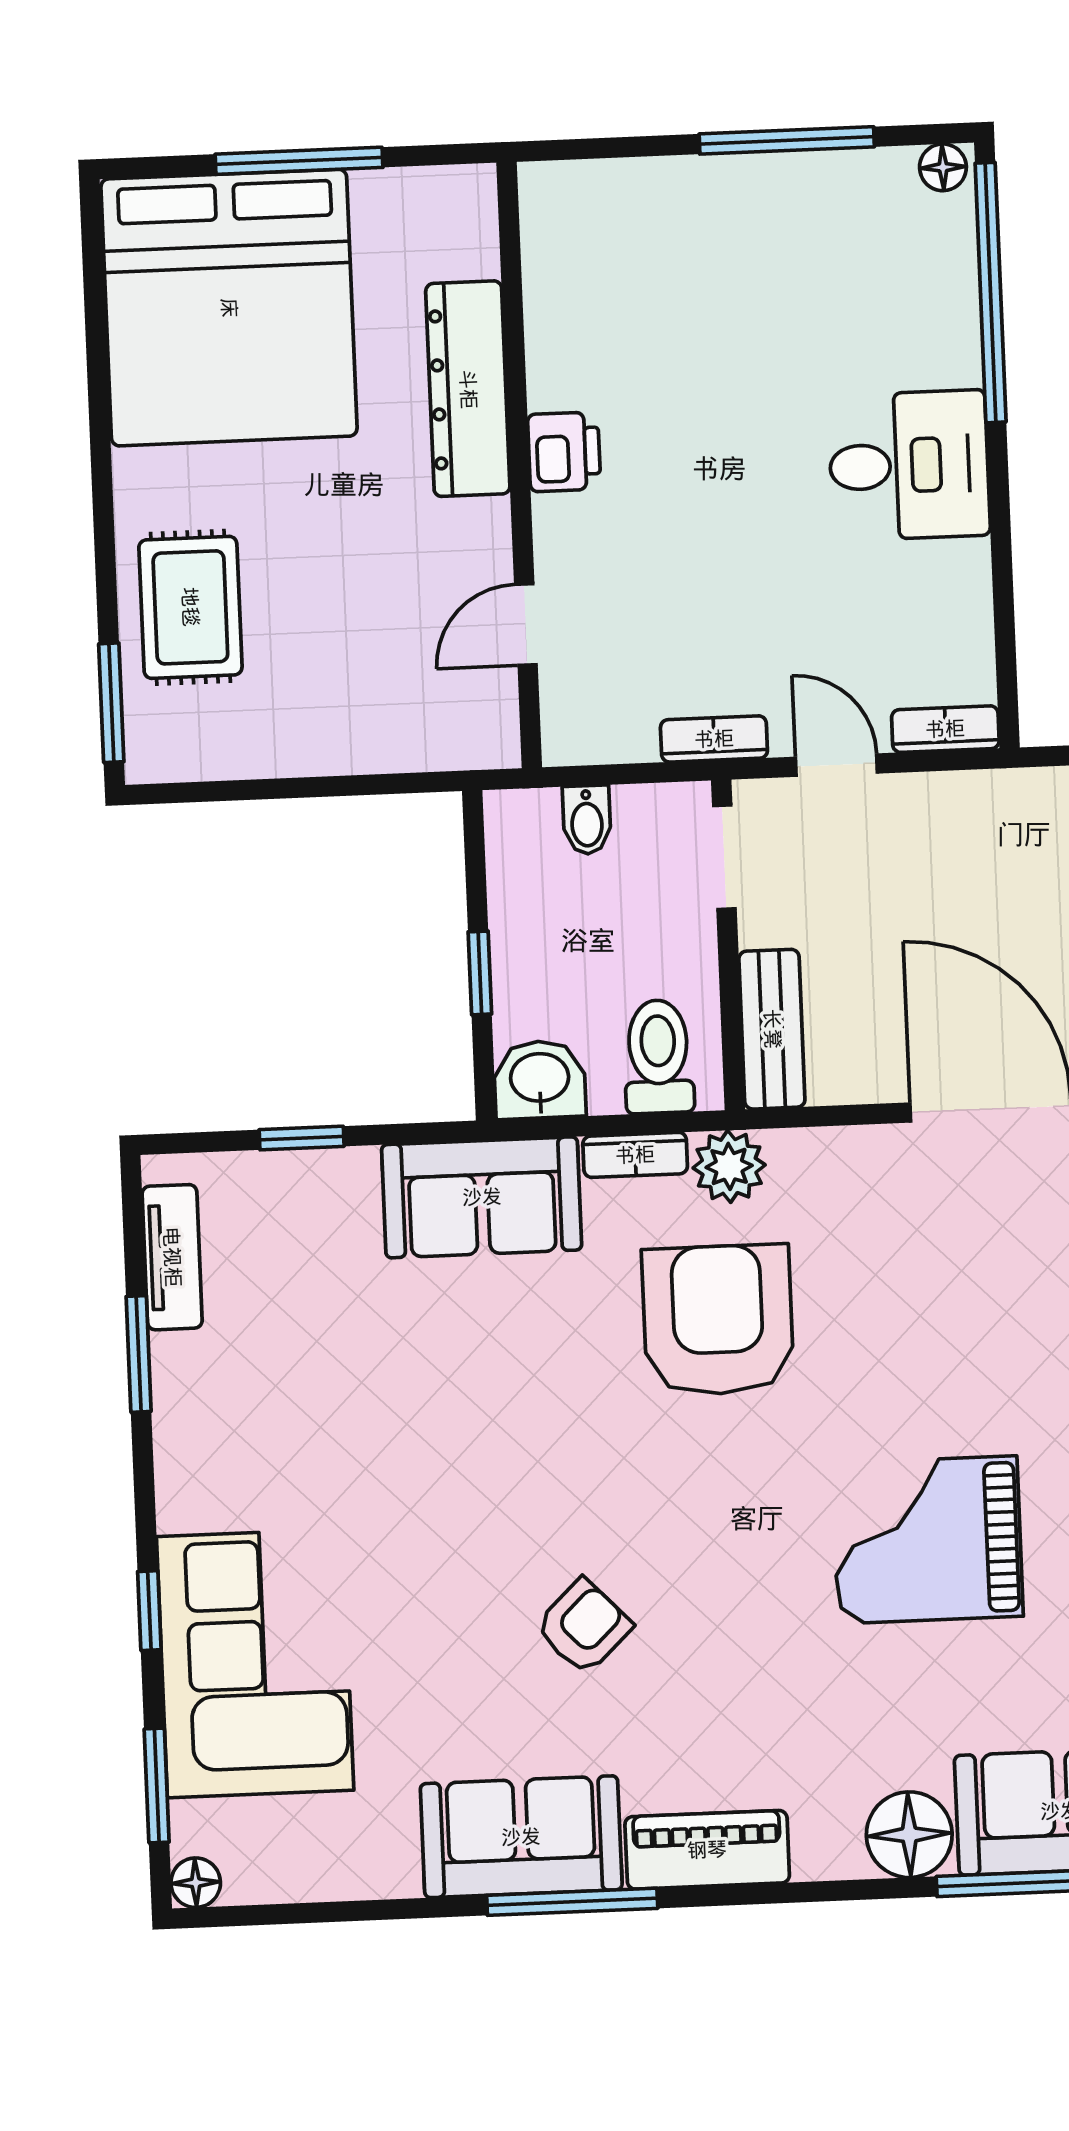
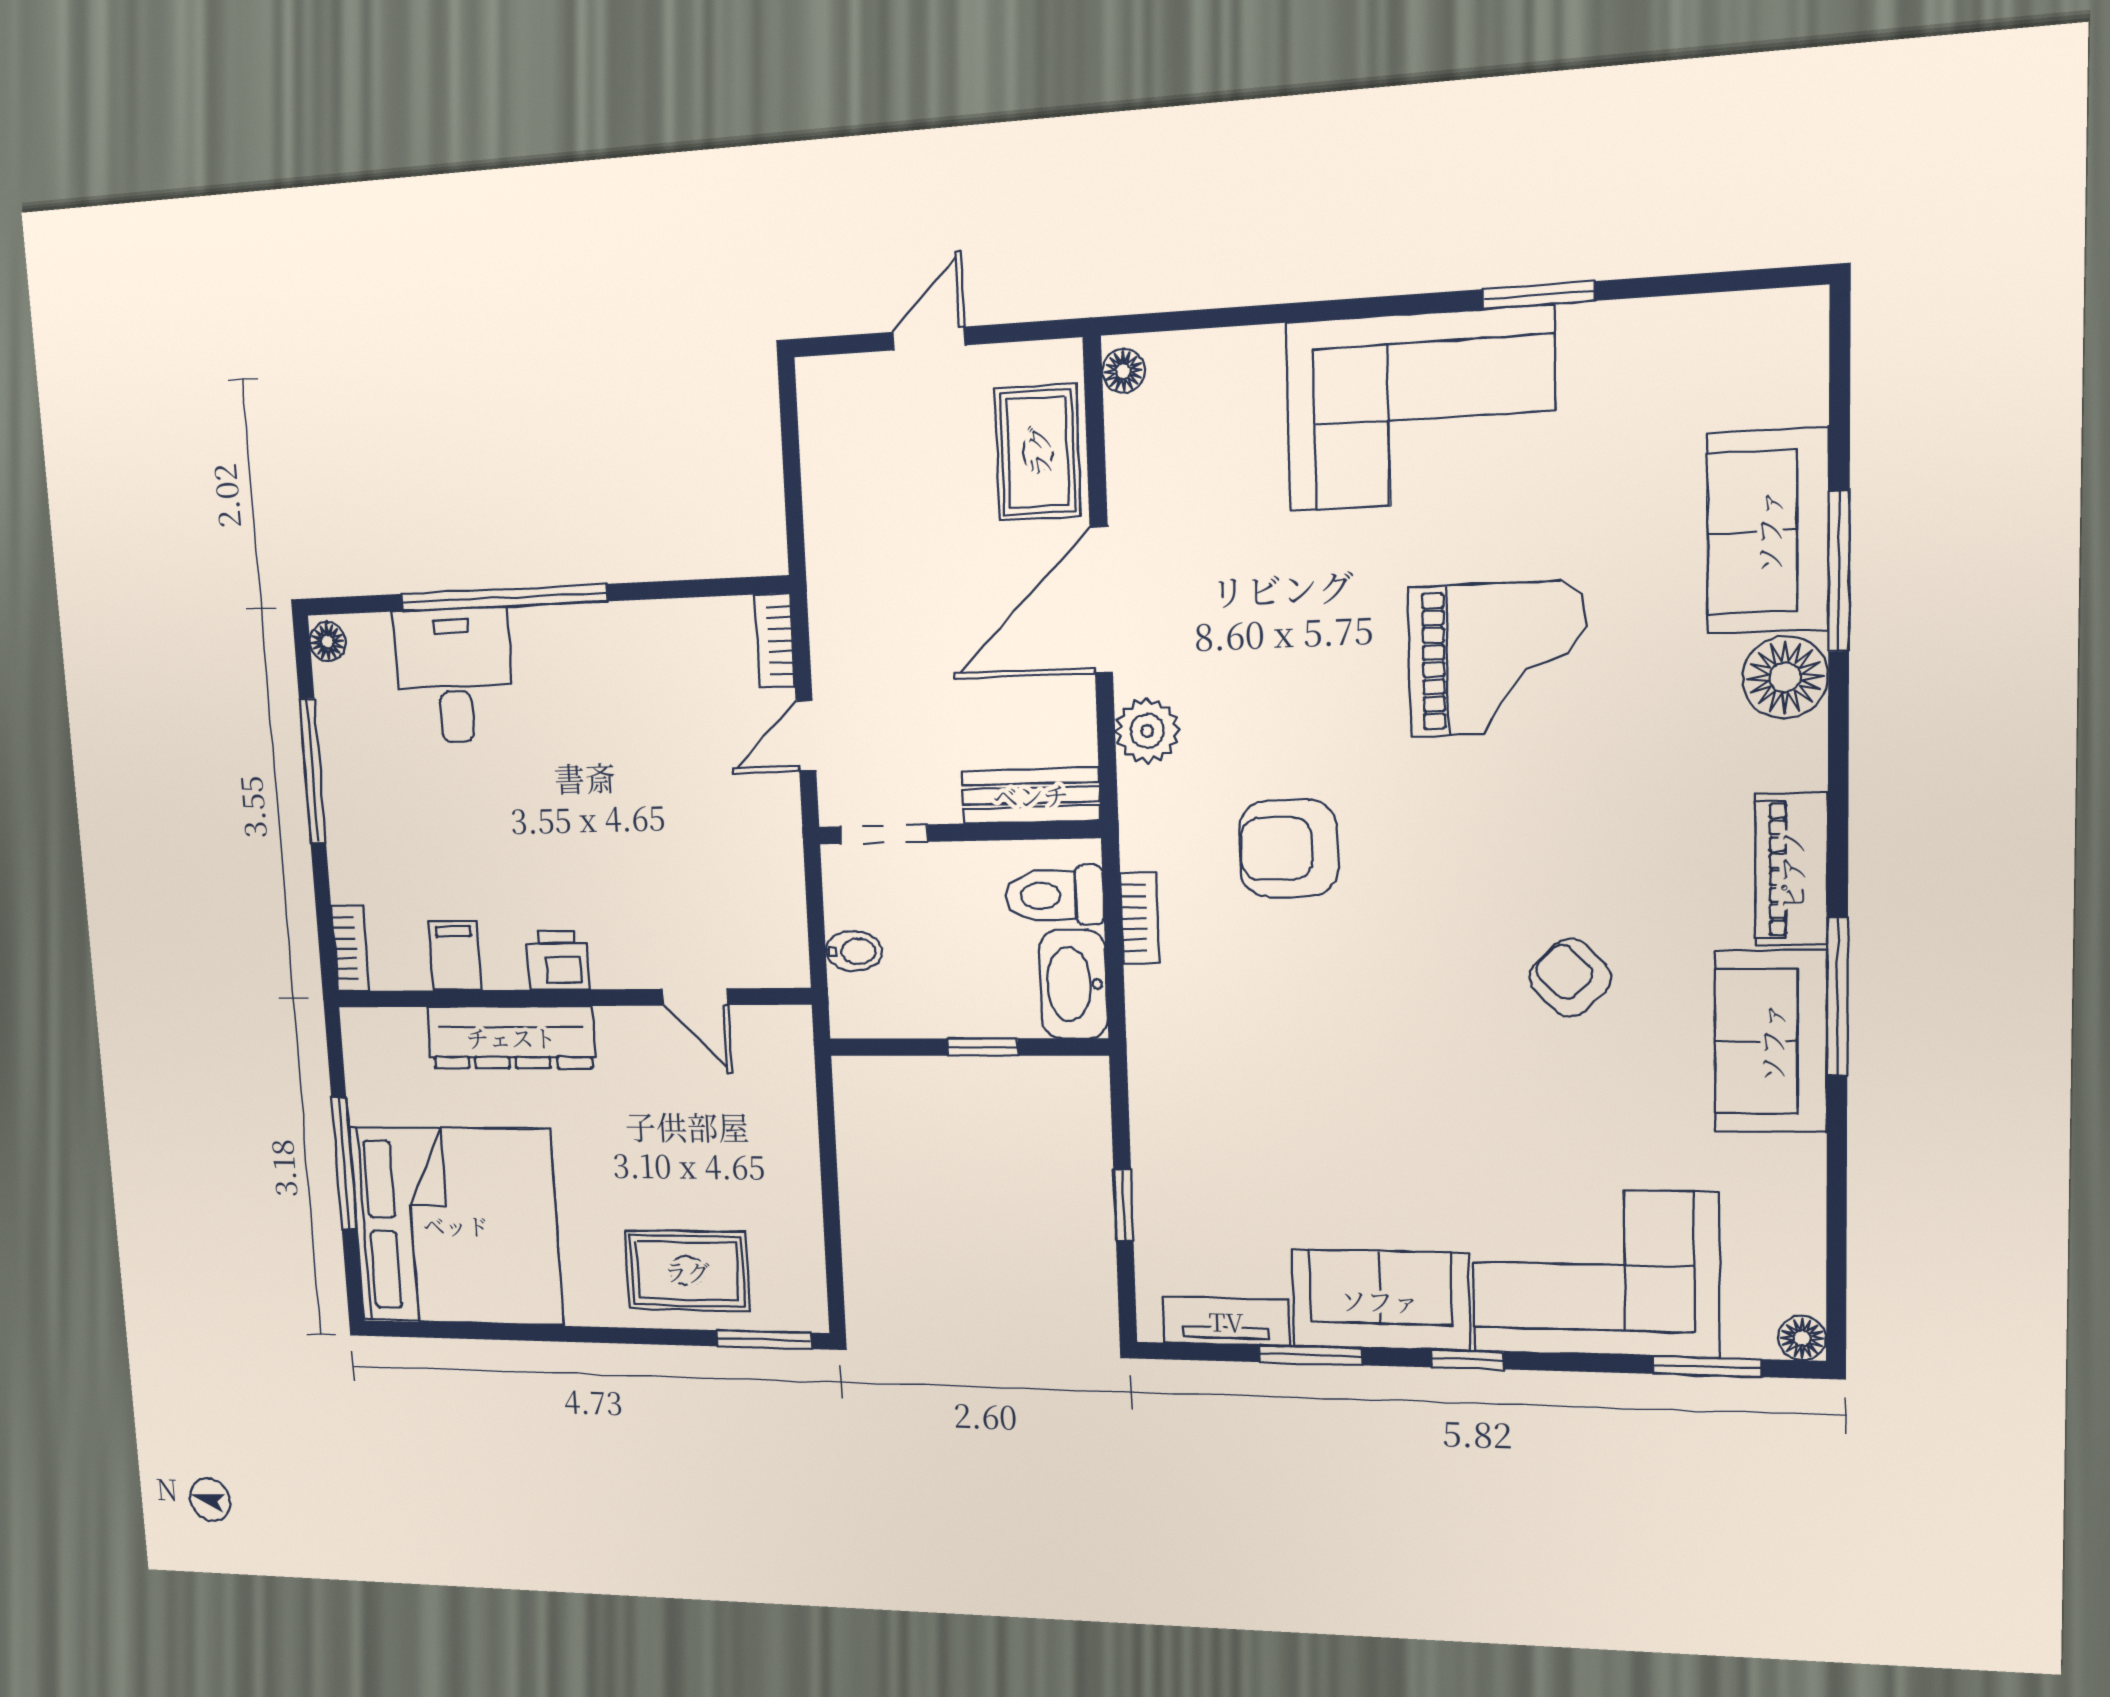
window: (991, 293) -> (503, 598), moved
filing cabinet: (566, 319) -> (455, 956), added
desk: (909, 465) -> (454, 675), moved
bookcase: (714, 739) -> (350, 948), moved, turned 180
washbasin: (540, 1080) -> (1073, 984), width x1.38
plant: (729, 1166) -> (1147, 731), moved
sofa: (482, 1197) -> (1380, 1300), moved, turned -90
armchair: (718, 1320) -> (1288, 848), width x0.73, depth x0.73
grand piano: (927, 1540) -> (1497, 659), turned -90
window: (149, 1611) -> (1467, 1360), moved

